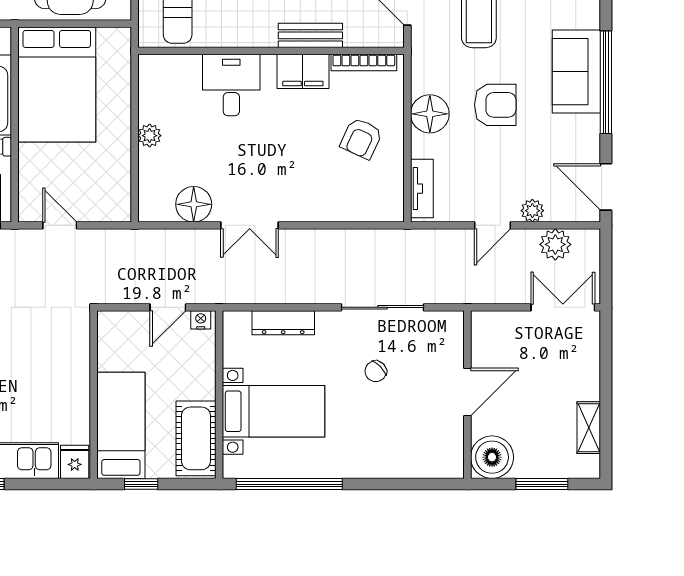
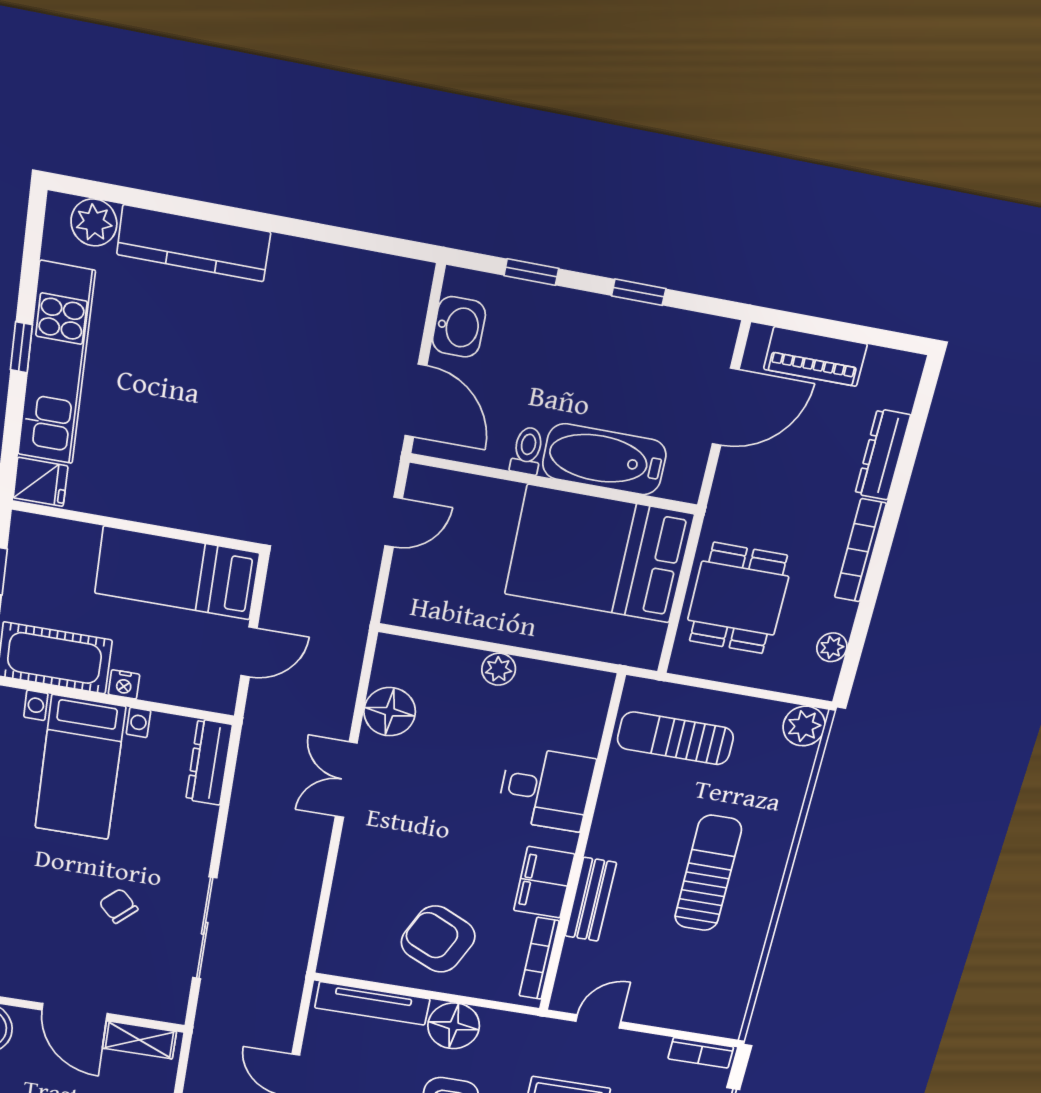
armchair: (361, 138) -> (438, 939), width x1.38, depth x1.38
tv unit: (422, 189) -> (372, 1003), width x1.41
door: (168, 307) -> (249, 652), swing flipped
nightstand: (201, 320) -> (124, 684), moved, turned 90
dresser: (283, 323) -> (209, 762), moved
shelving: (482, 342) -> (139, 1040), added
bed: (121, 425) -> (177, 573), moved, turned 180

